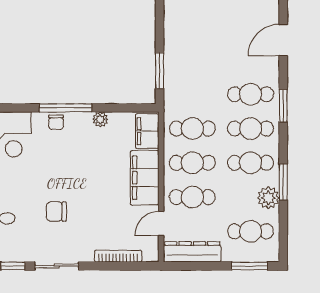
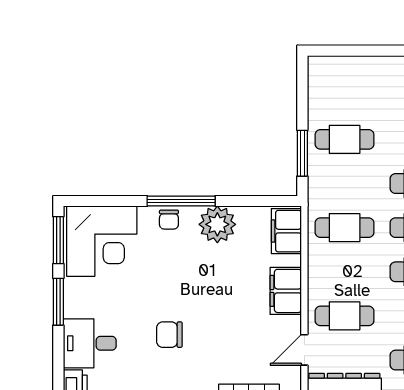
plant: (100, 119) -> (217, 224), width x1.87, depth x1.87
cafe table: (192, 163) -> (345, 139), moved
filing cabinet: (145, 178) -> (286, 291), width x0.67, depth x0.86

